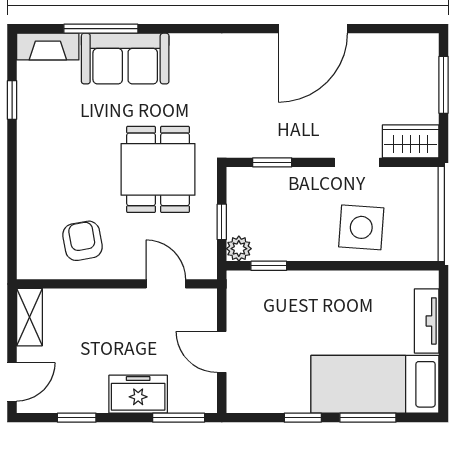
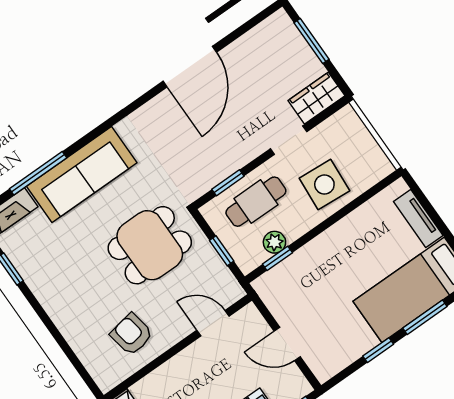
sofa: (125, 59) -> (82, 174), width x1.36
dining table: (158, 169) -> (150, 245), turned 90
cafe table: (286, 198) -> (256, 202), added
plant: (239, 249) -> (274, 242), moved

